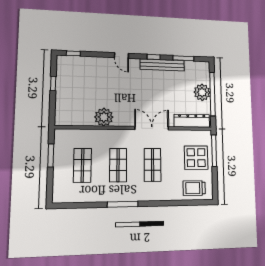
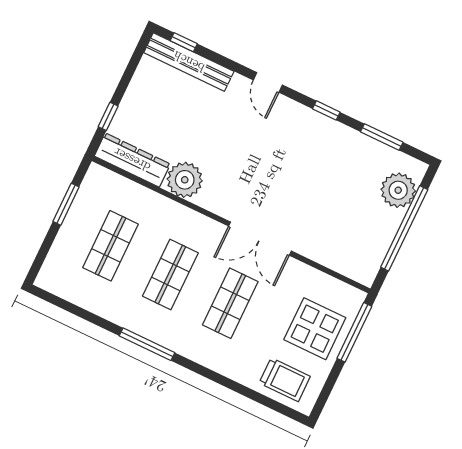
bench: (162, 65) -> (189, 62), moved
window: (53, 83) -> (108, 116), moved
plant: (202, 92) -> (398, 190), moved
dresser: (192, 121) -> (132, 160), moved
double door: (152, 128) -> (260, 239), swing flipped
trolley: (194, 188) -> (285, 380), turned 180

